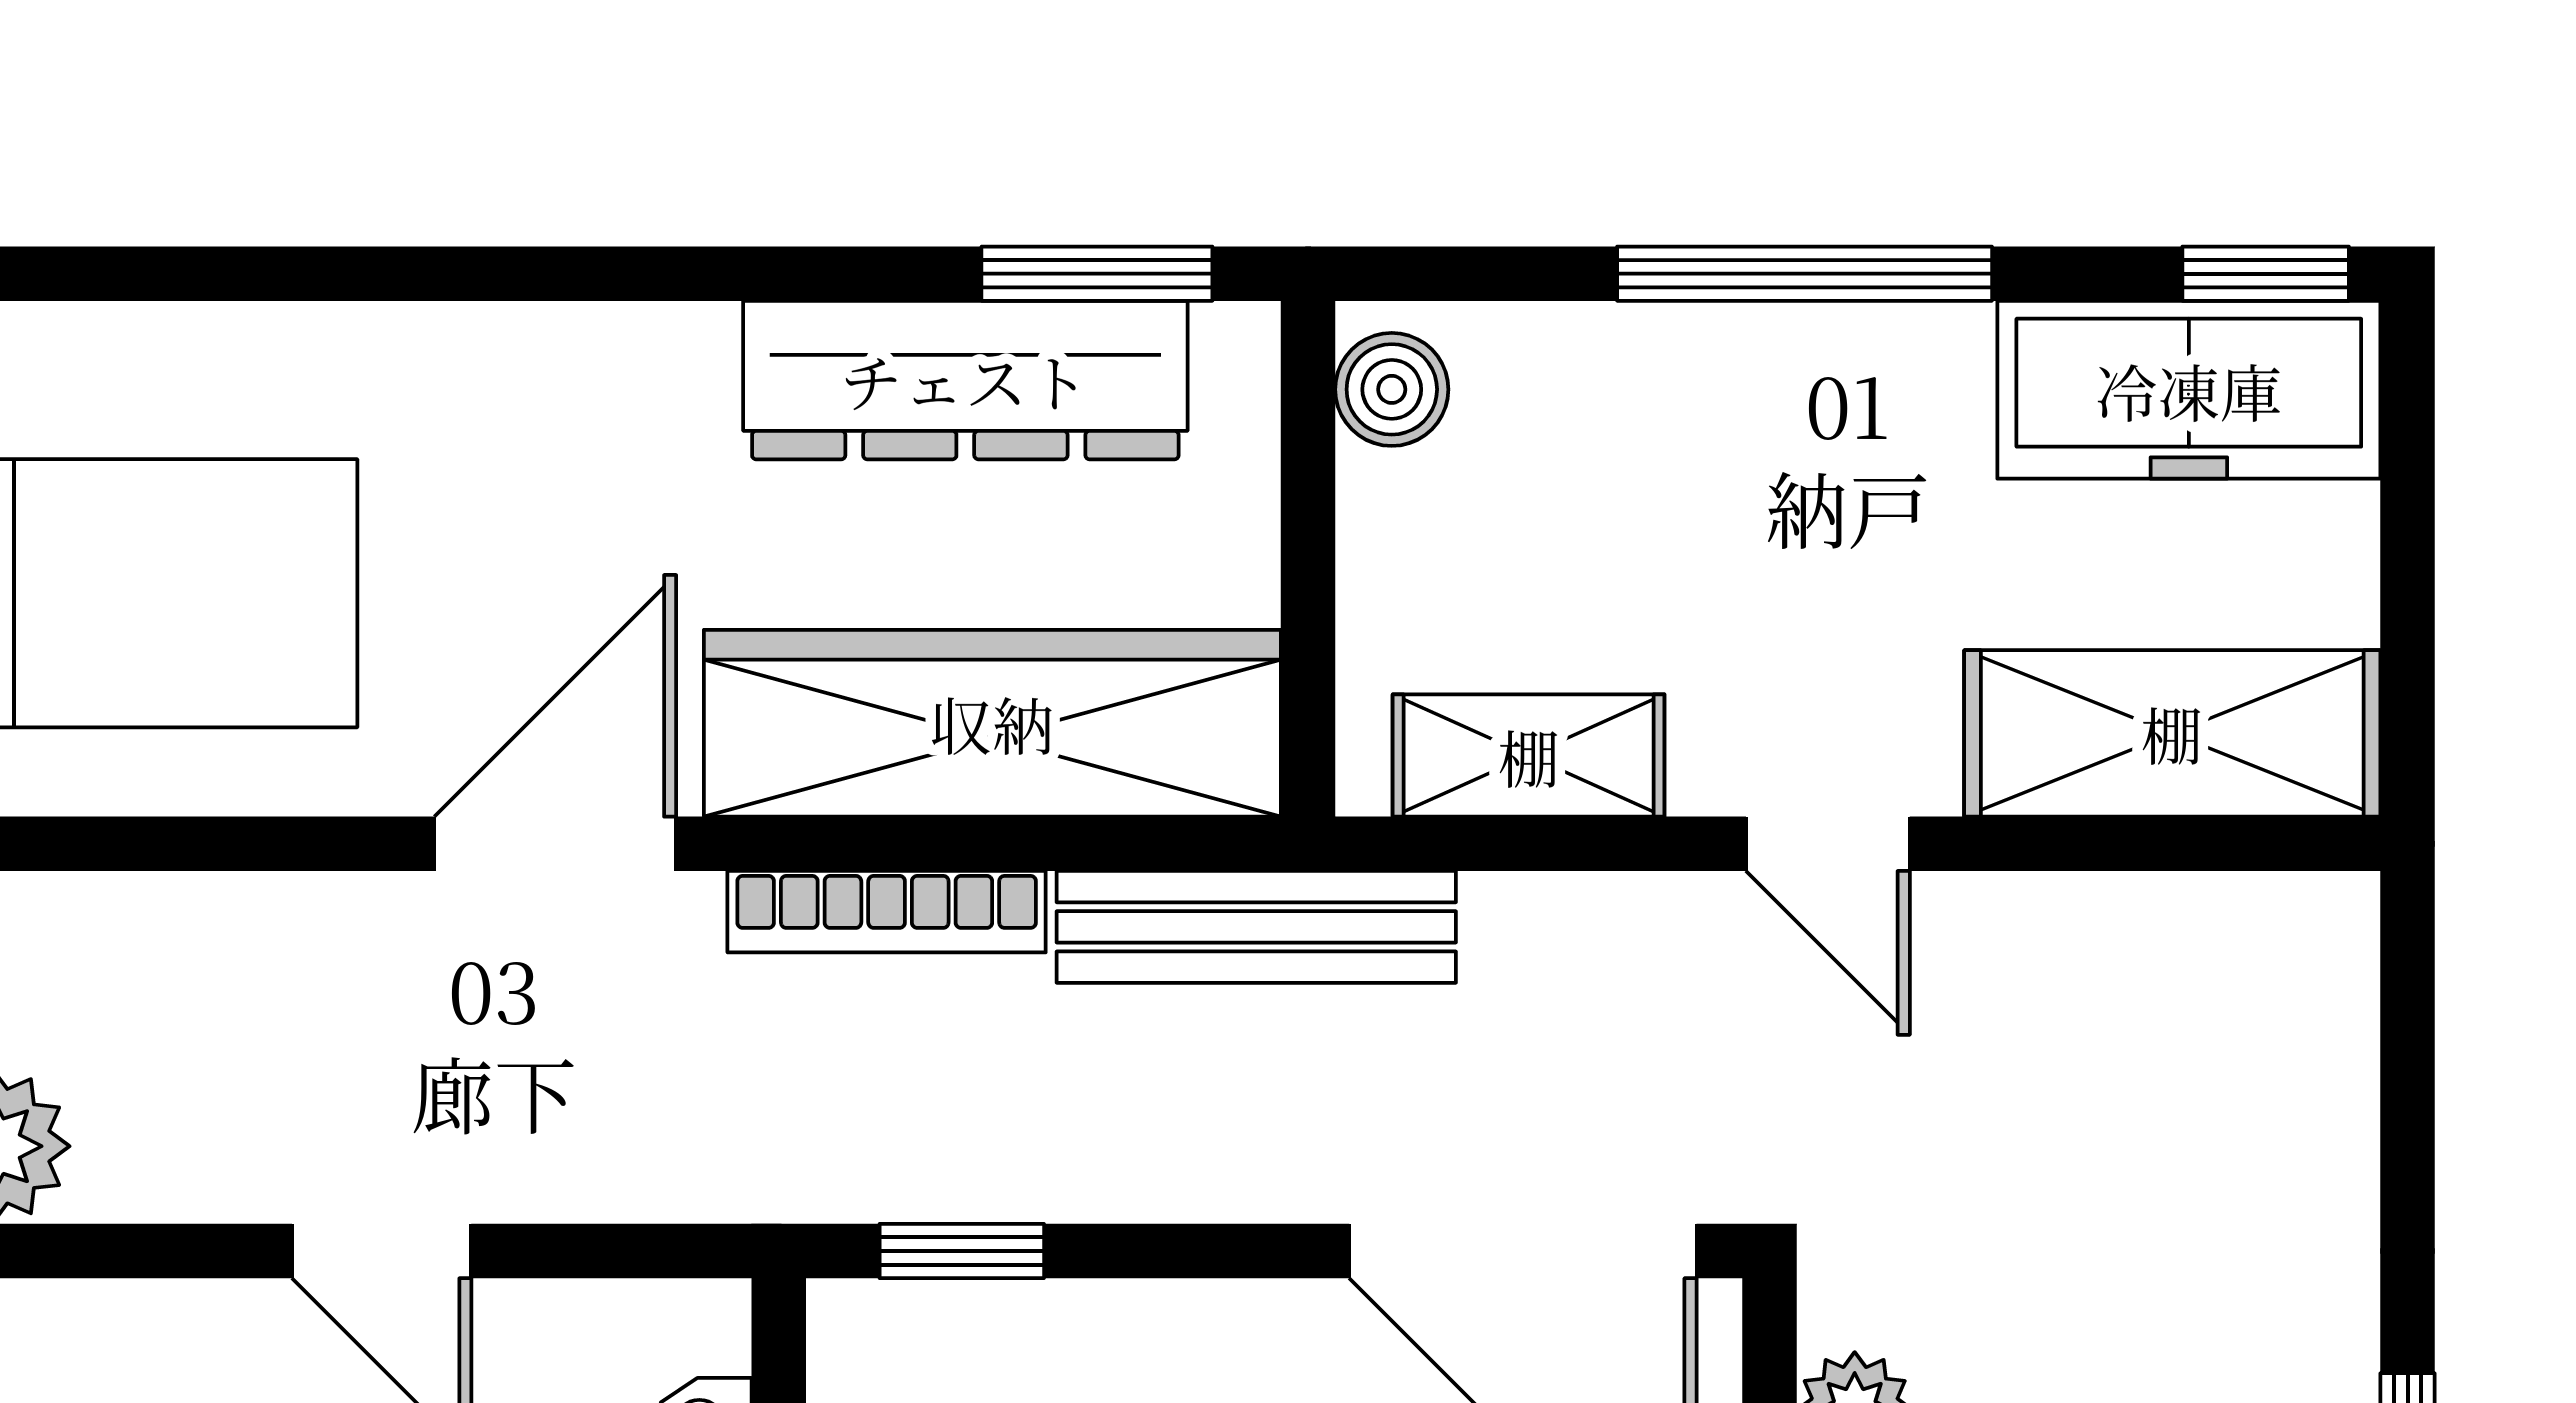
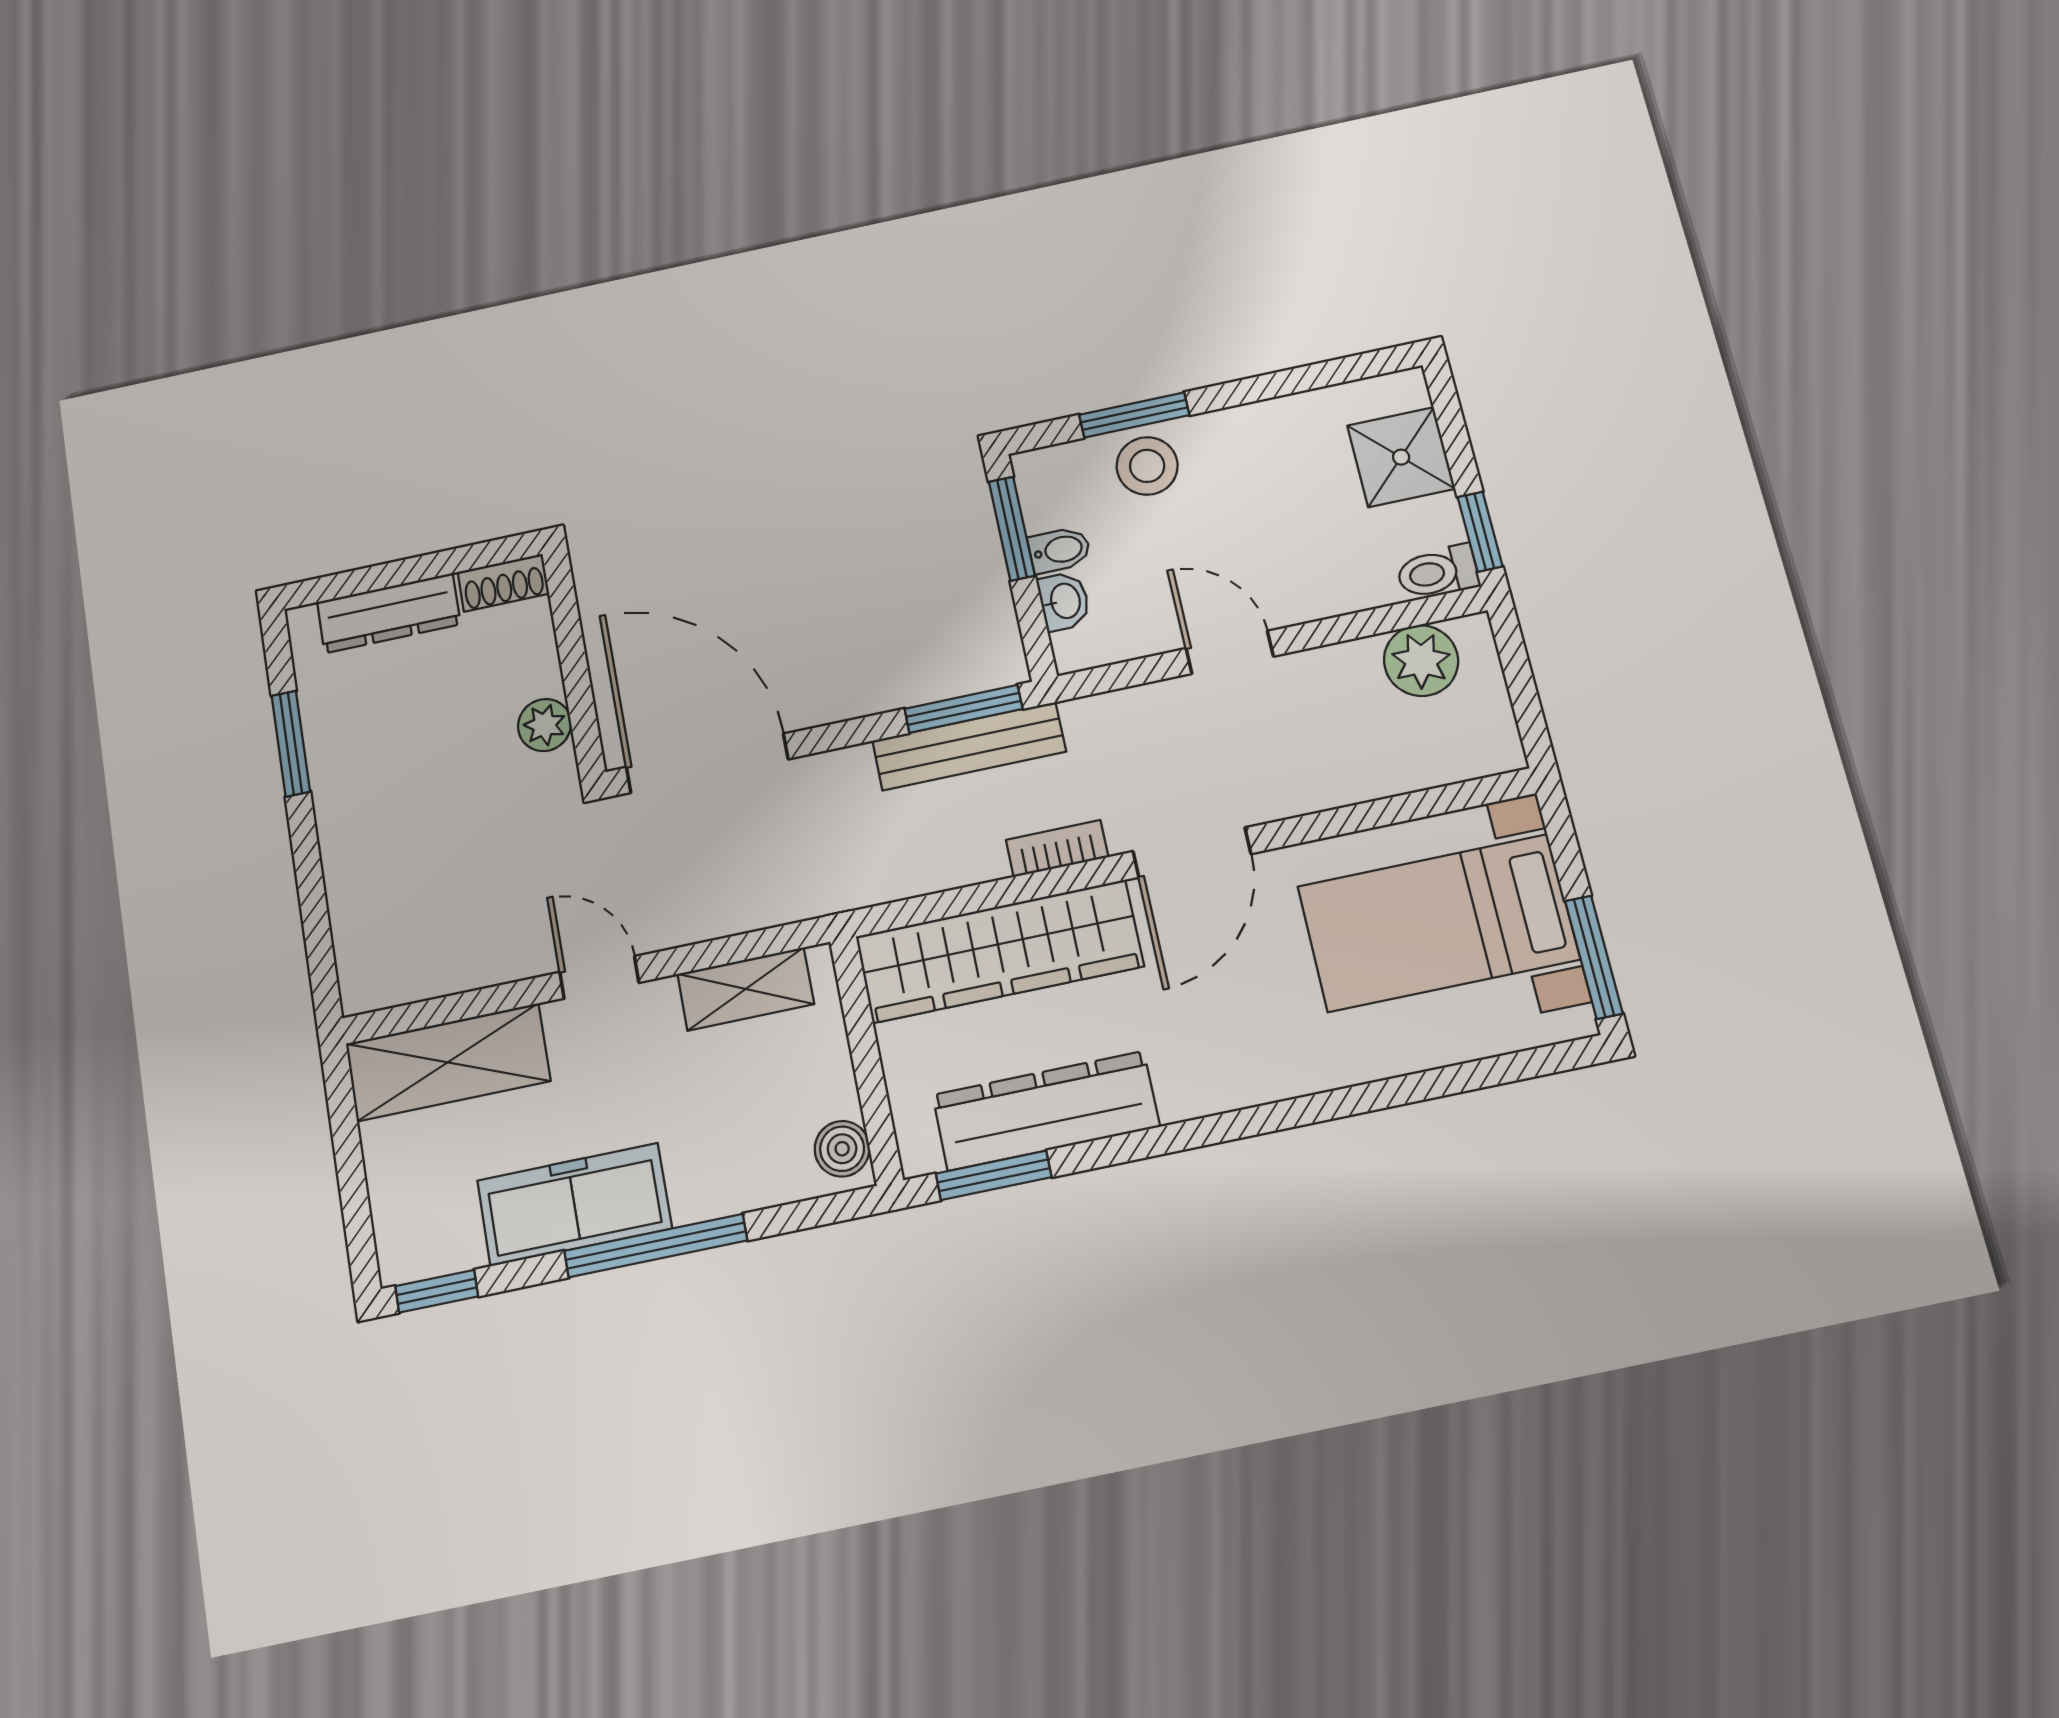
freezer: (2189, 390) -> (574, 1204), moved
bookcase: (887, 912) -> (1057, 848), width x0.64
bench: (1256, 927) -> (969, 746), moved
window: (962, 1251) -> (963, 709), width x1.50

